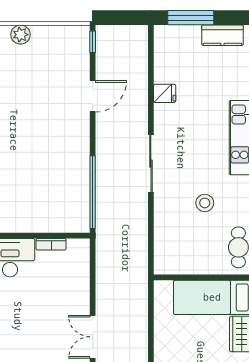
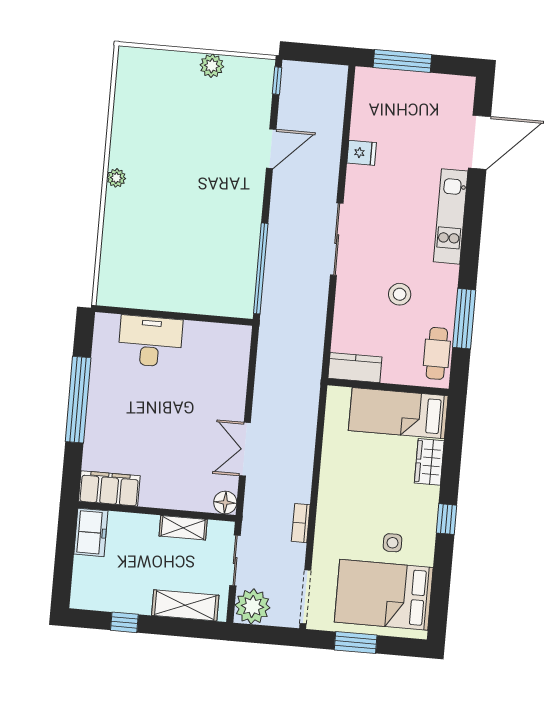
plant: (21, 35) -> (212, 66), moved
kitchen counter: (222, 35) -> (355, 368), moved, turned 180
bookcase: (51, 244) -> (203, 329), removed

